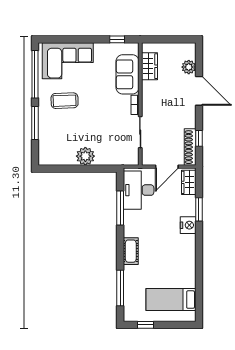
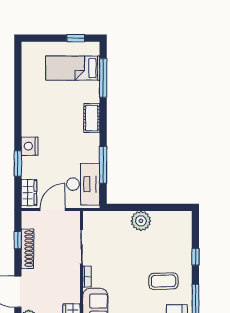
window: (35, 123) -> (195, 257), width x0.46
shoe rack: (190, 147) -> (27, 249), moved
bed: (171, 300) -> (73, 68), moved, turned 180

